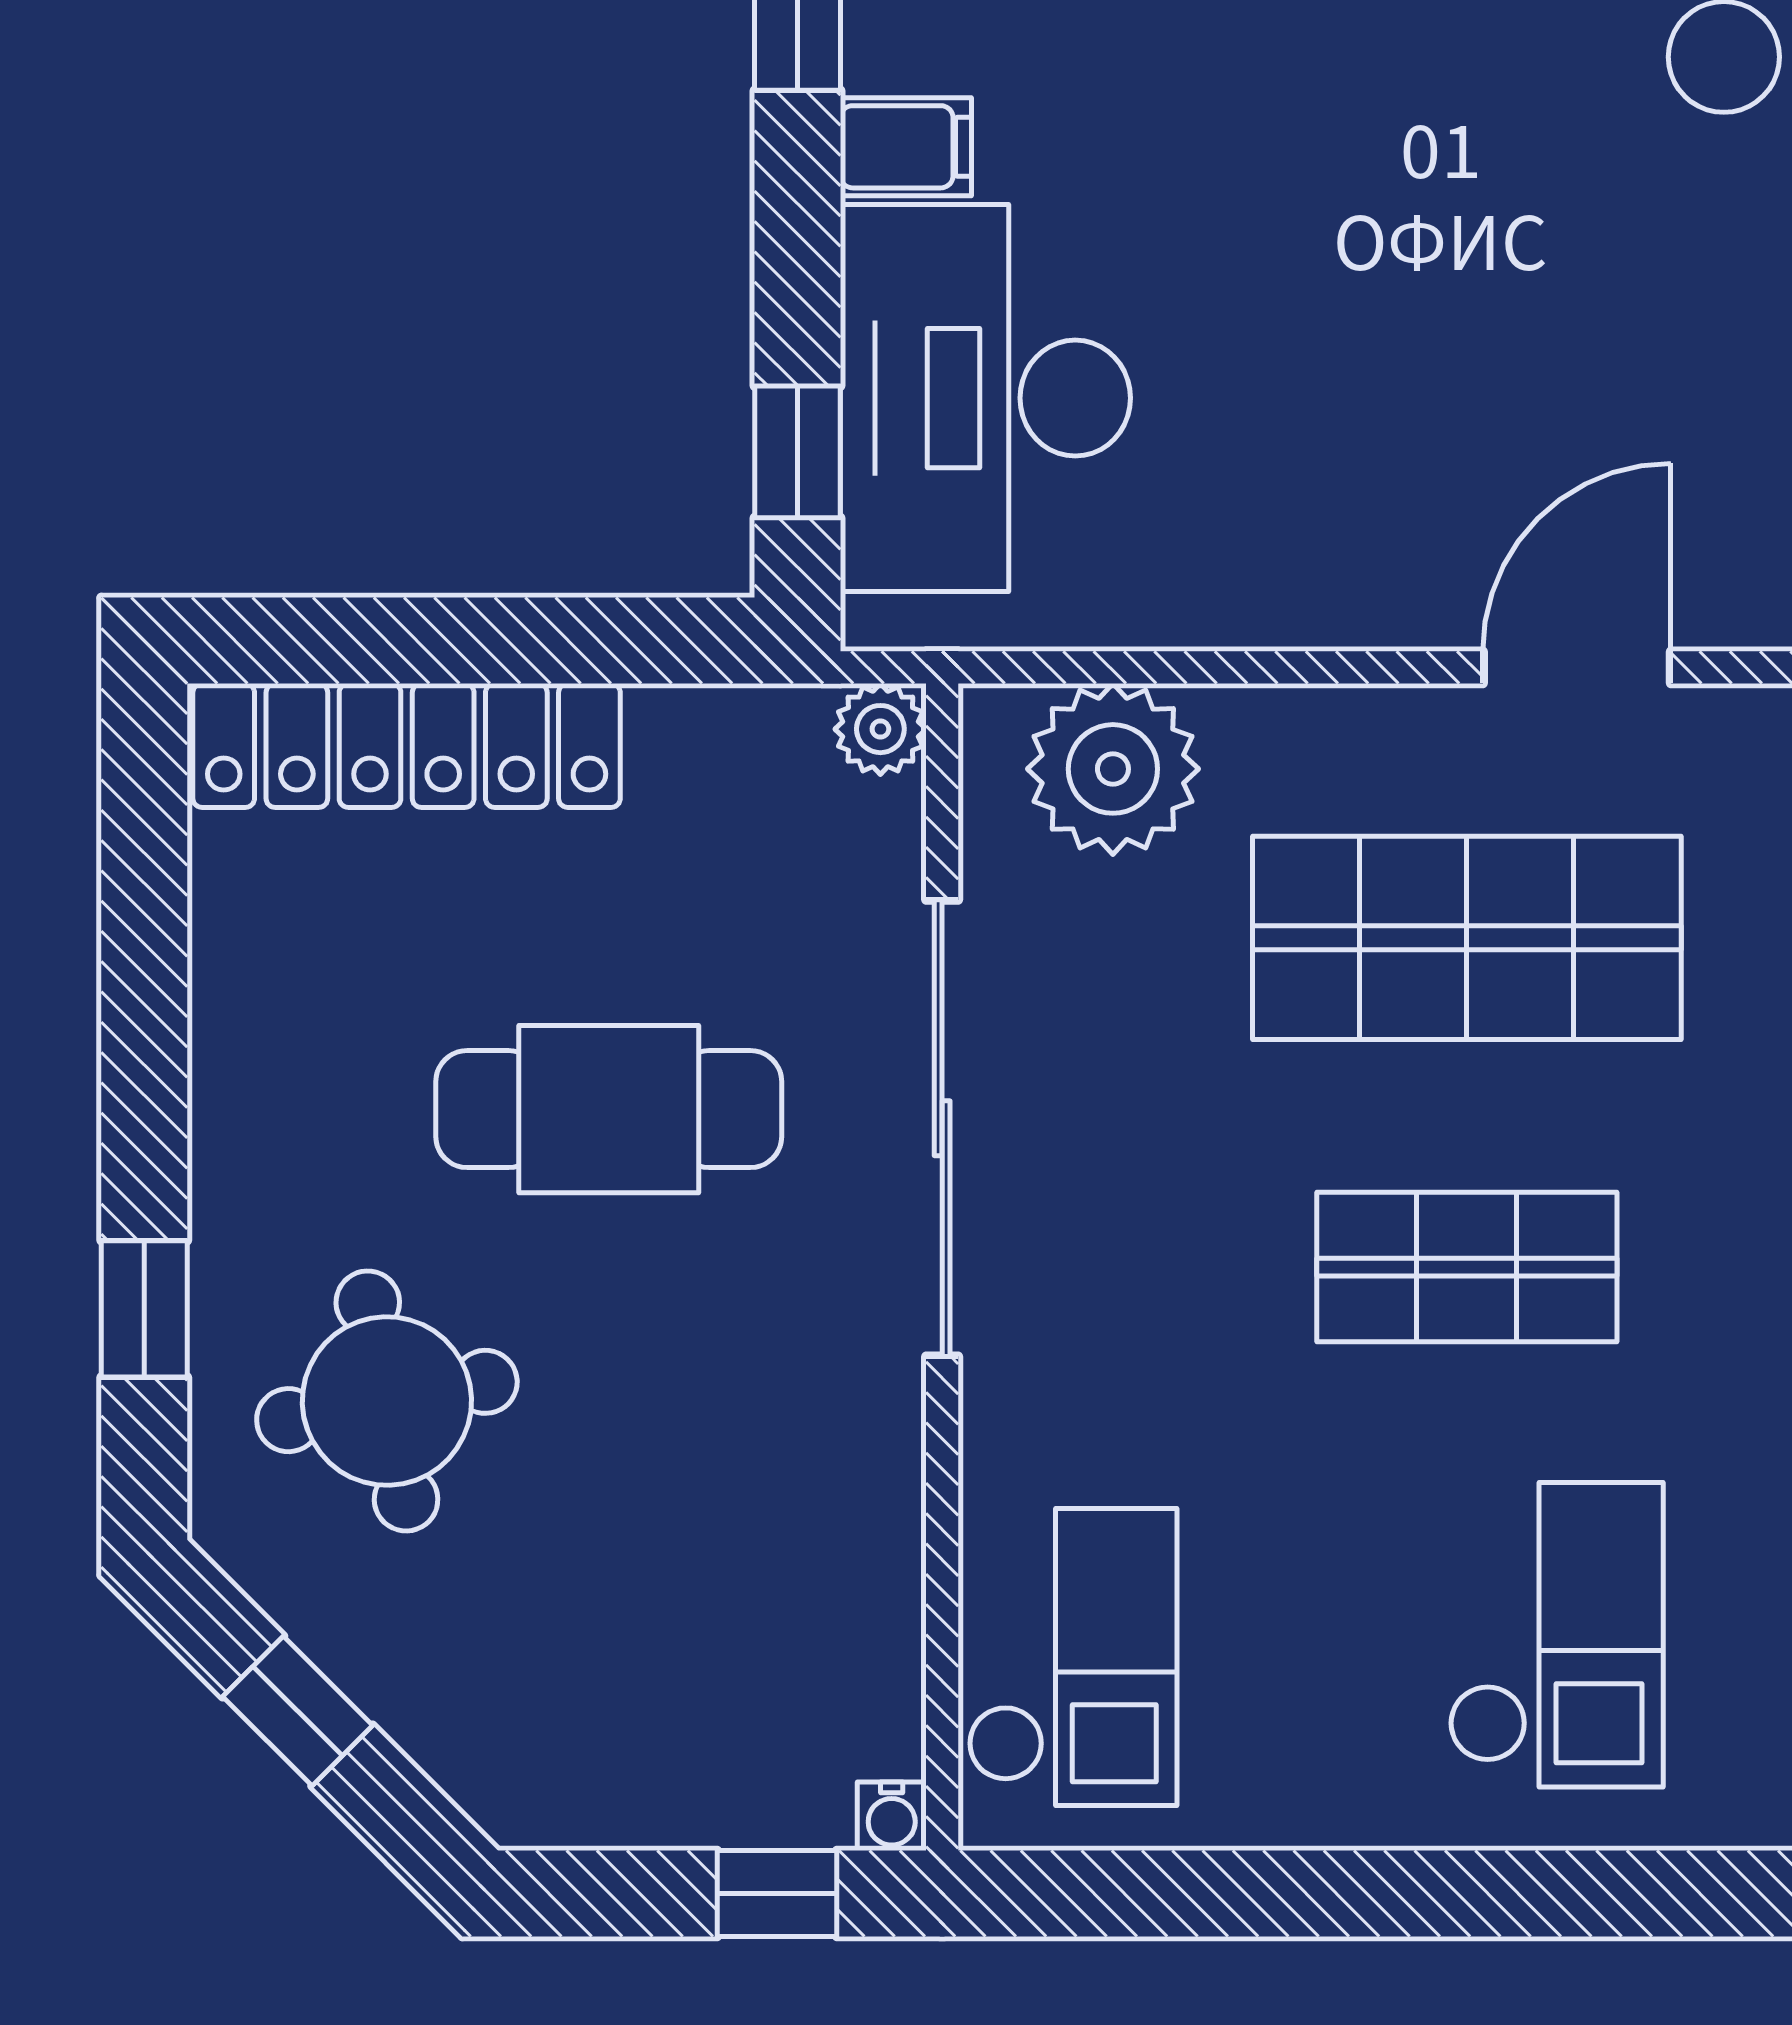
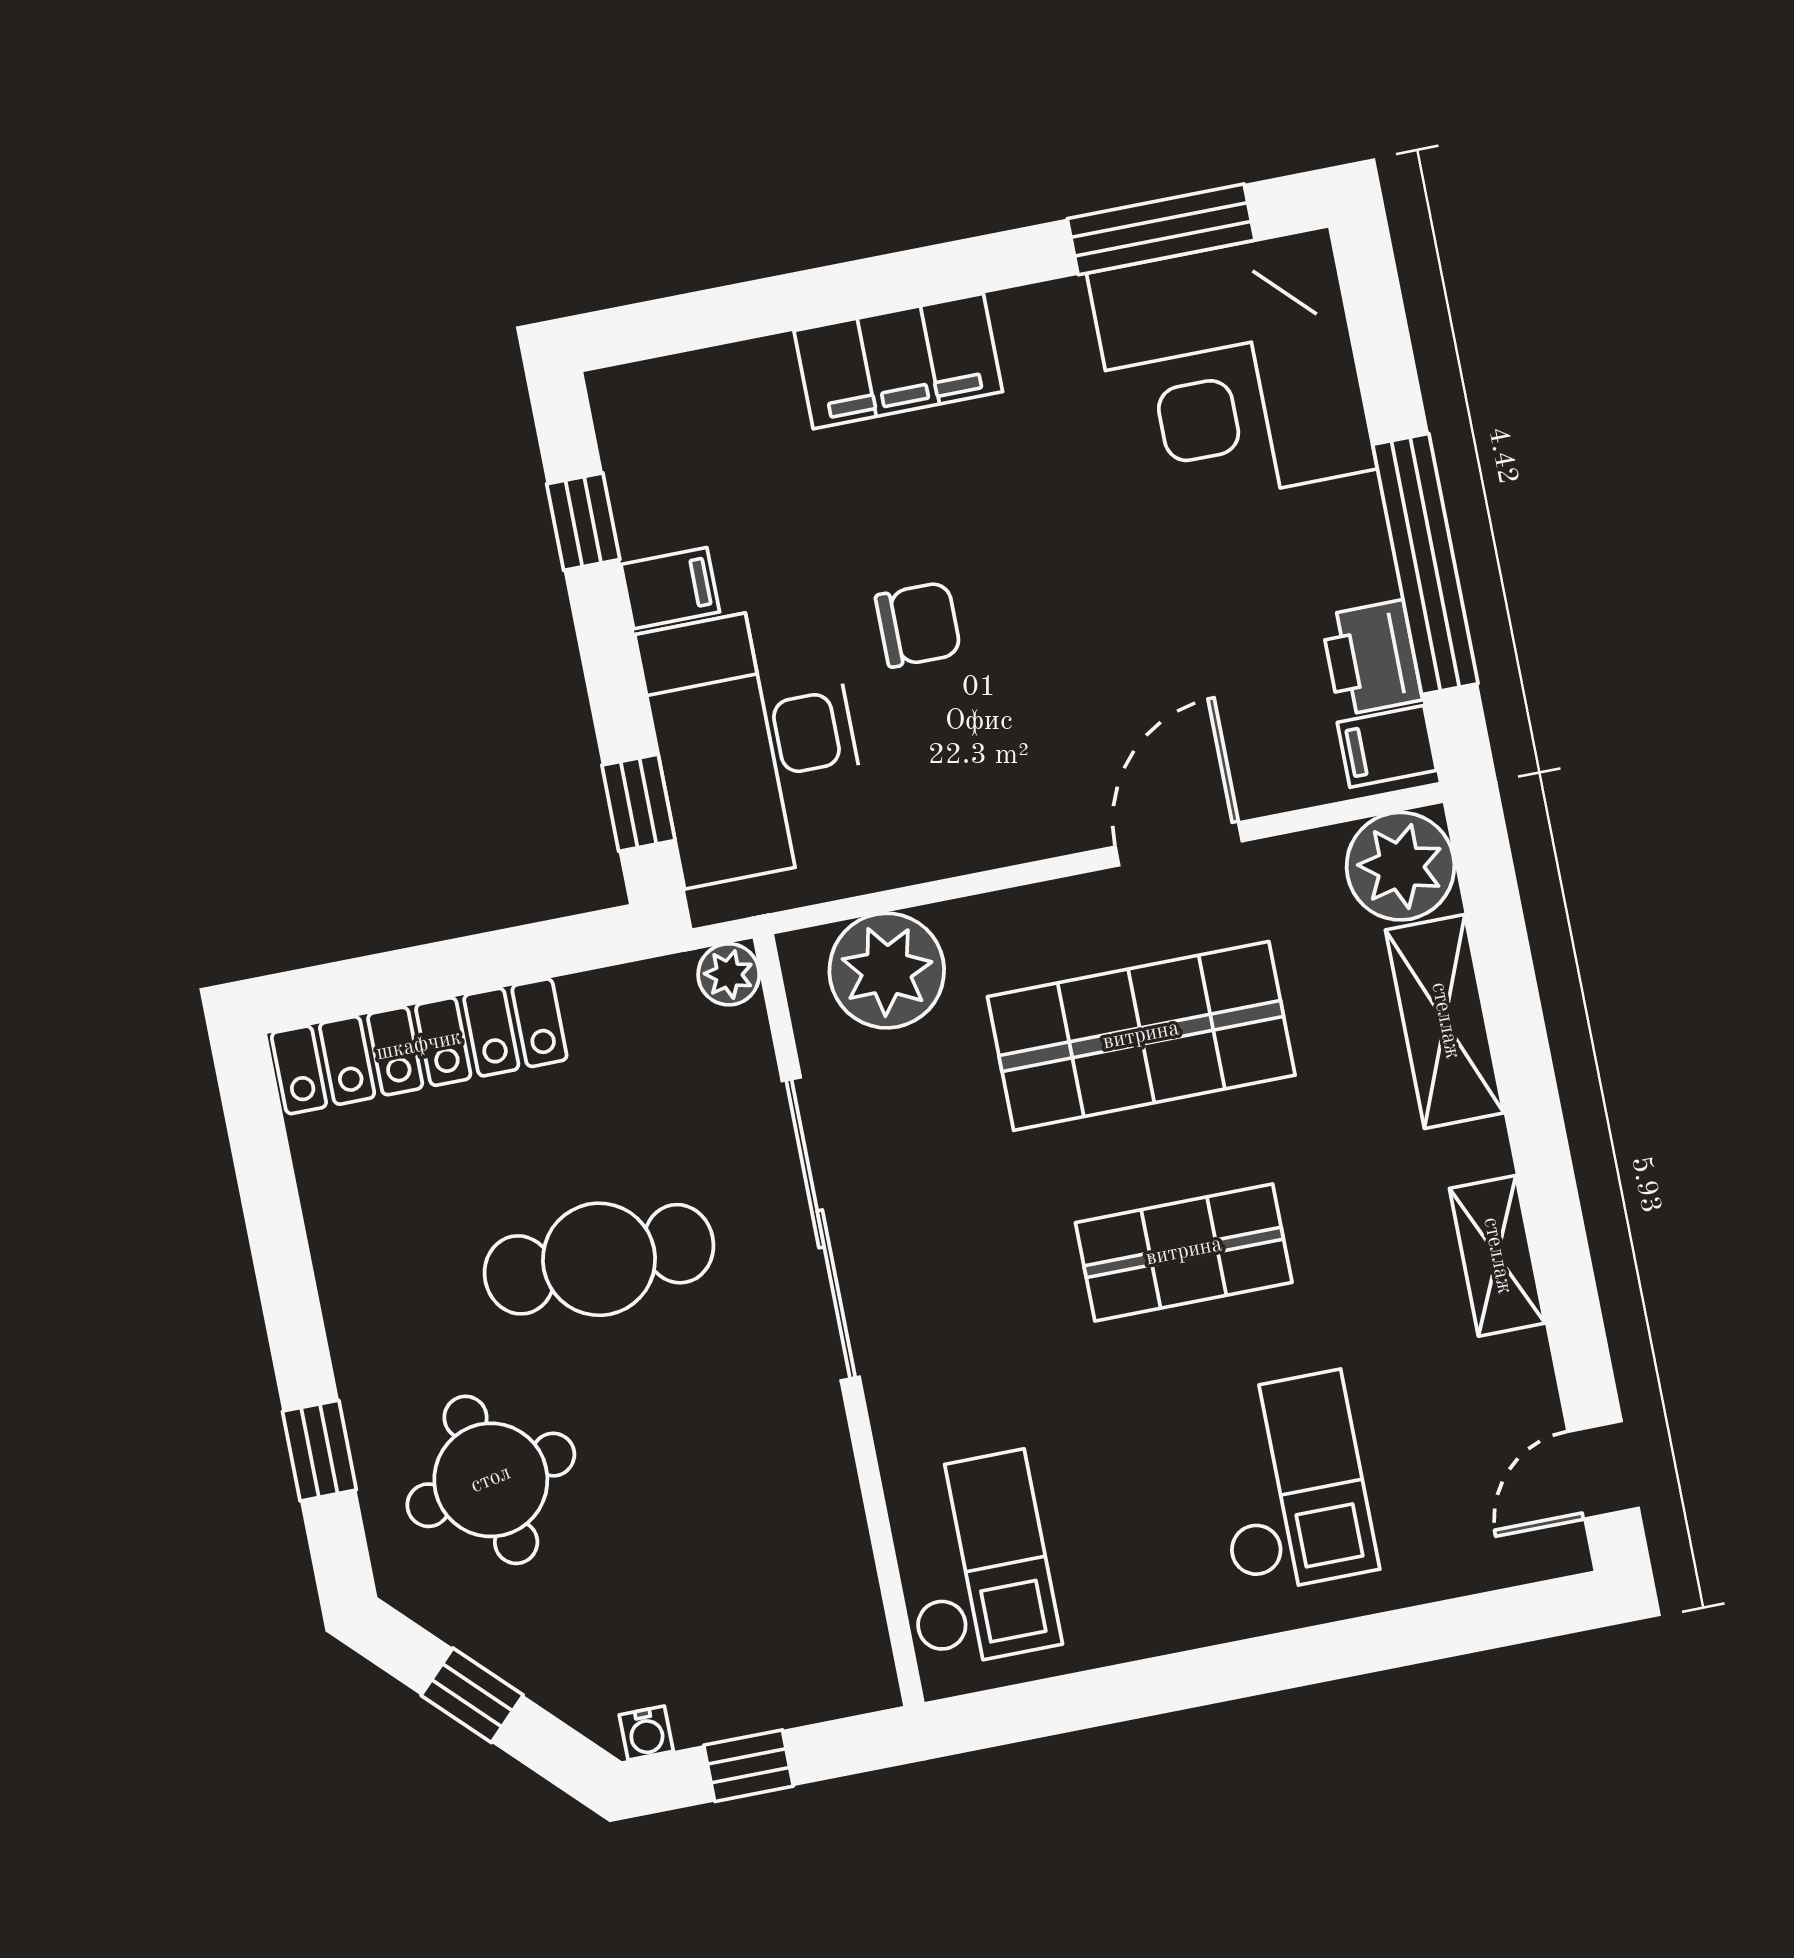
chair: (1258, 271) -> (918, 625), added
water cooler: (892, 1816) -> (646, 1733), moved
window: (777, 1894) -> (749, 1766), moved

